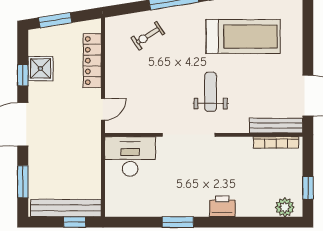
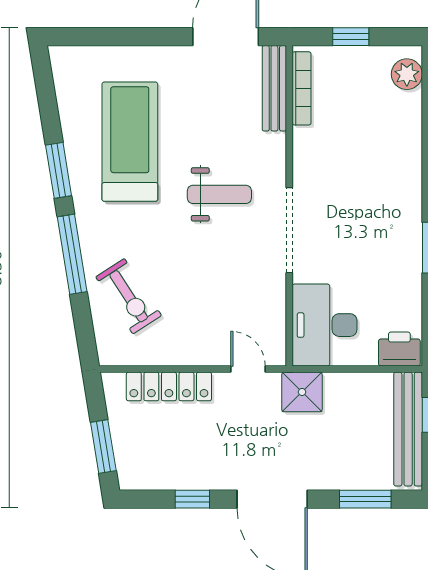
exercise bike: (148, 36) -> (129, 296), width x1.38, depth x1.39
shower: (40, 68) -> (302, 392), moved
weight bench: (211, 92) -> (219, 194), turned 180
window: (308, 188) -> (351, 37), moved
printer: (222, 206) -> (399, 349), moved, turned 90

